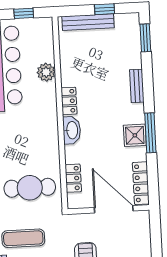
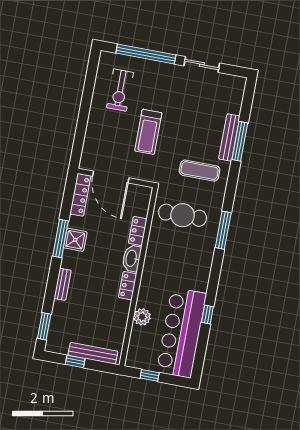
locker: (73, 178) -> (138, 231), moved

